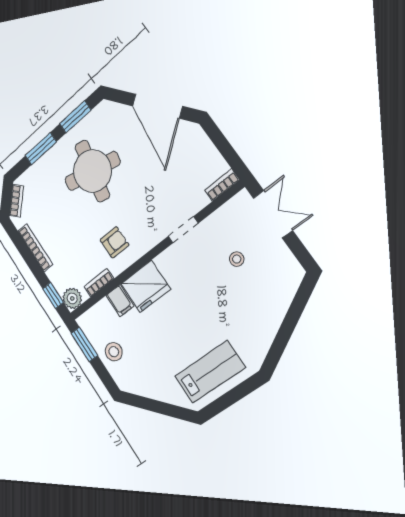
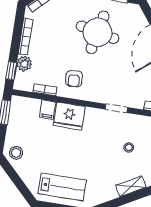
armchair: (114, 242) -> (74, 79), turned 87
plant: (72, 298) -> (24, 64), moved
shelving: (281, 301) -> (131, 186), added
stool: (114, 352) -> (16, 153), moved

